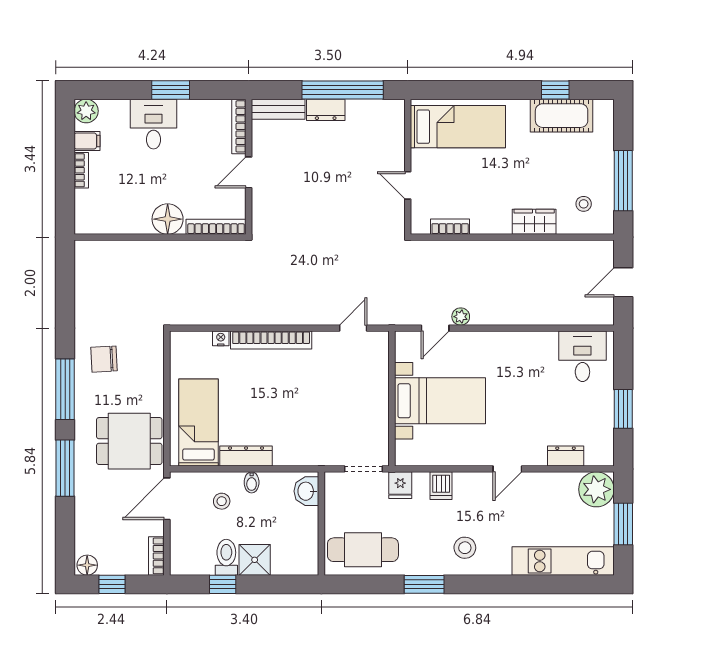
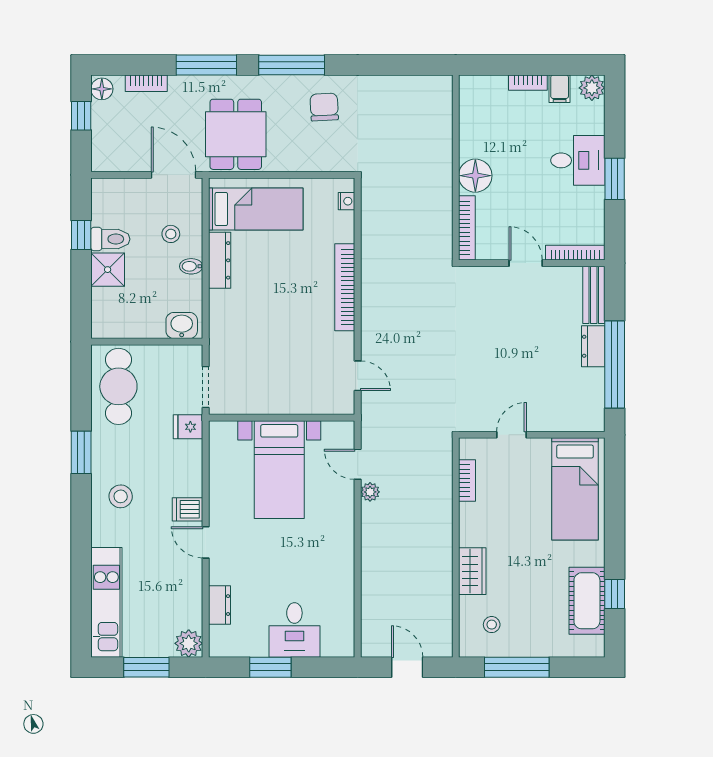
nightstand: (221, 338) -> (347, 201), moved
desk: (582, 356) -> (294, 630), moved, turned 90
dishwasher: (441, 486) -> (188, 509), moved
plant: (596, 489) -> (189, 643), width x0.73, depth x0.73
bookcase: (156, 556) -> (146, 83), moved, turned 180

